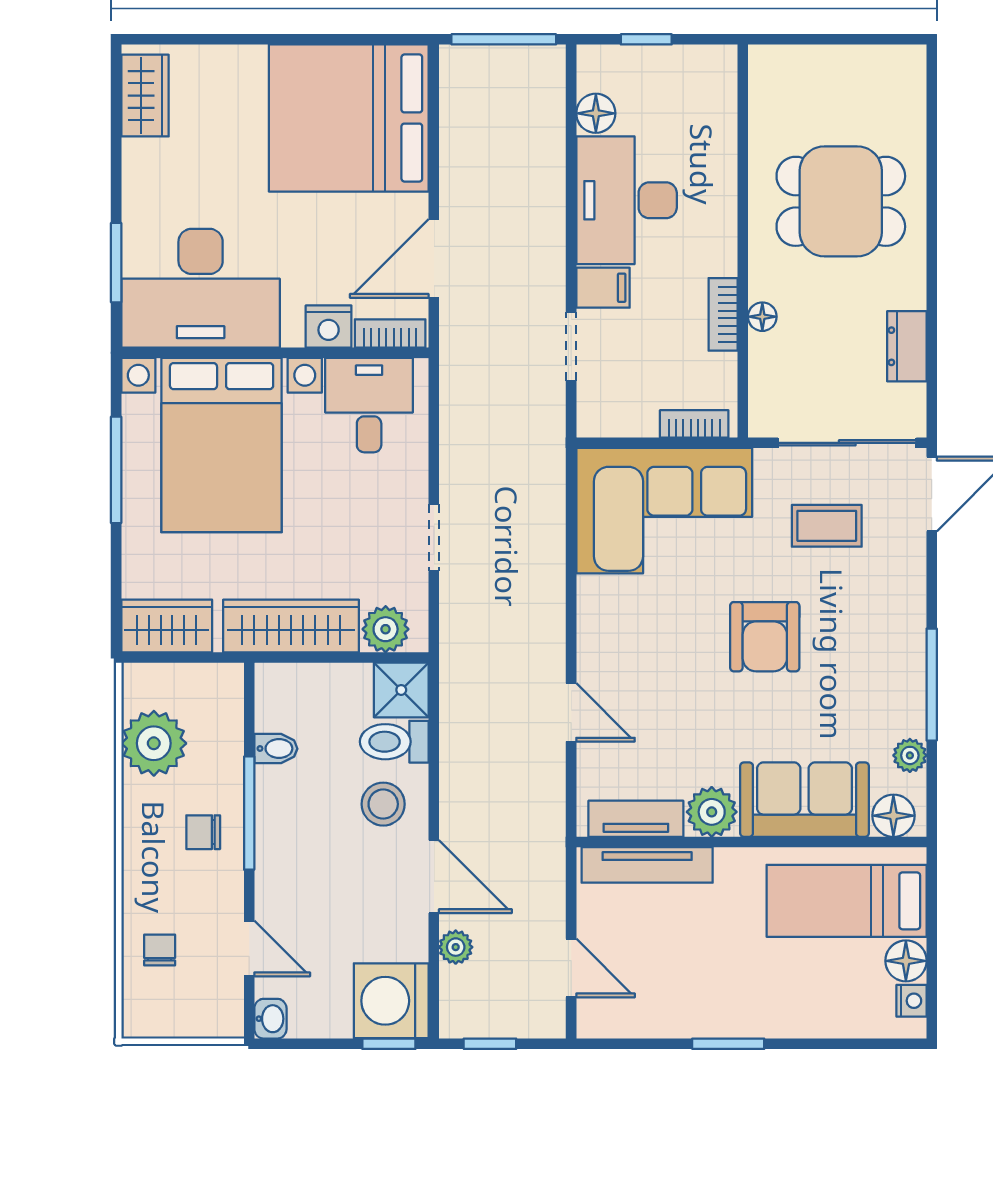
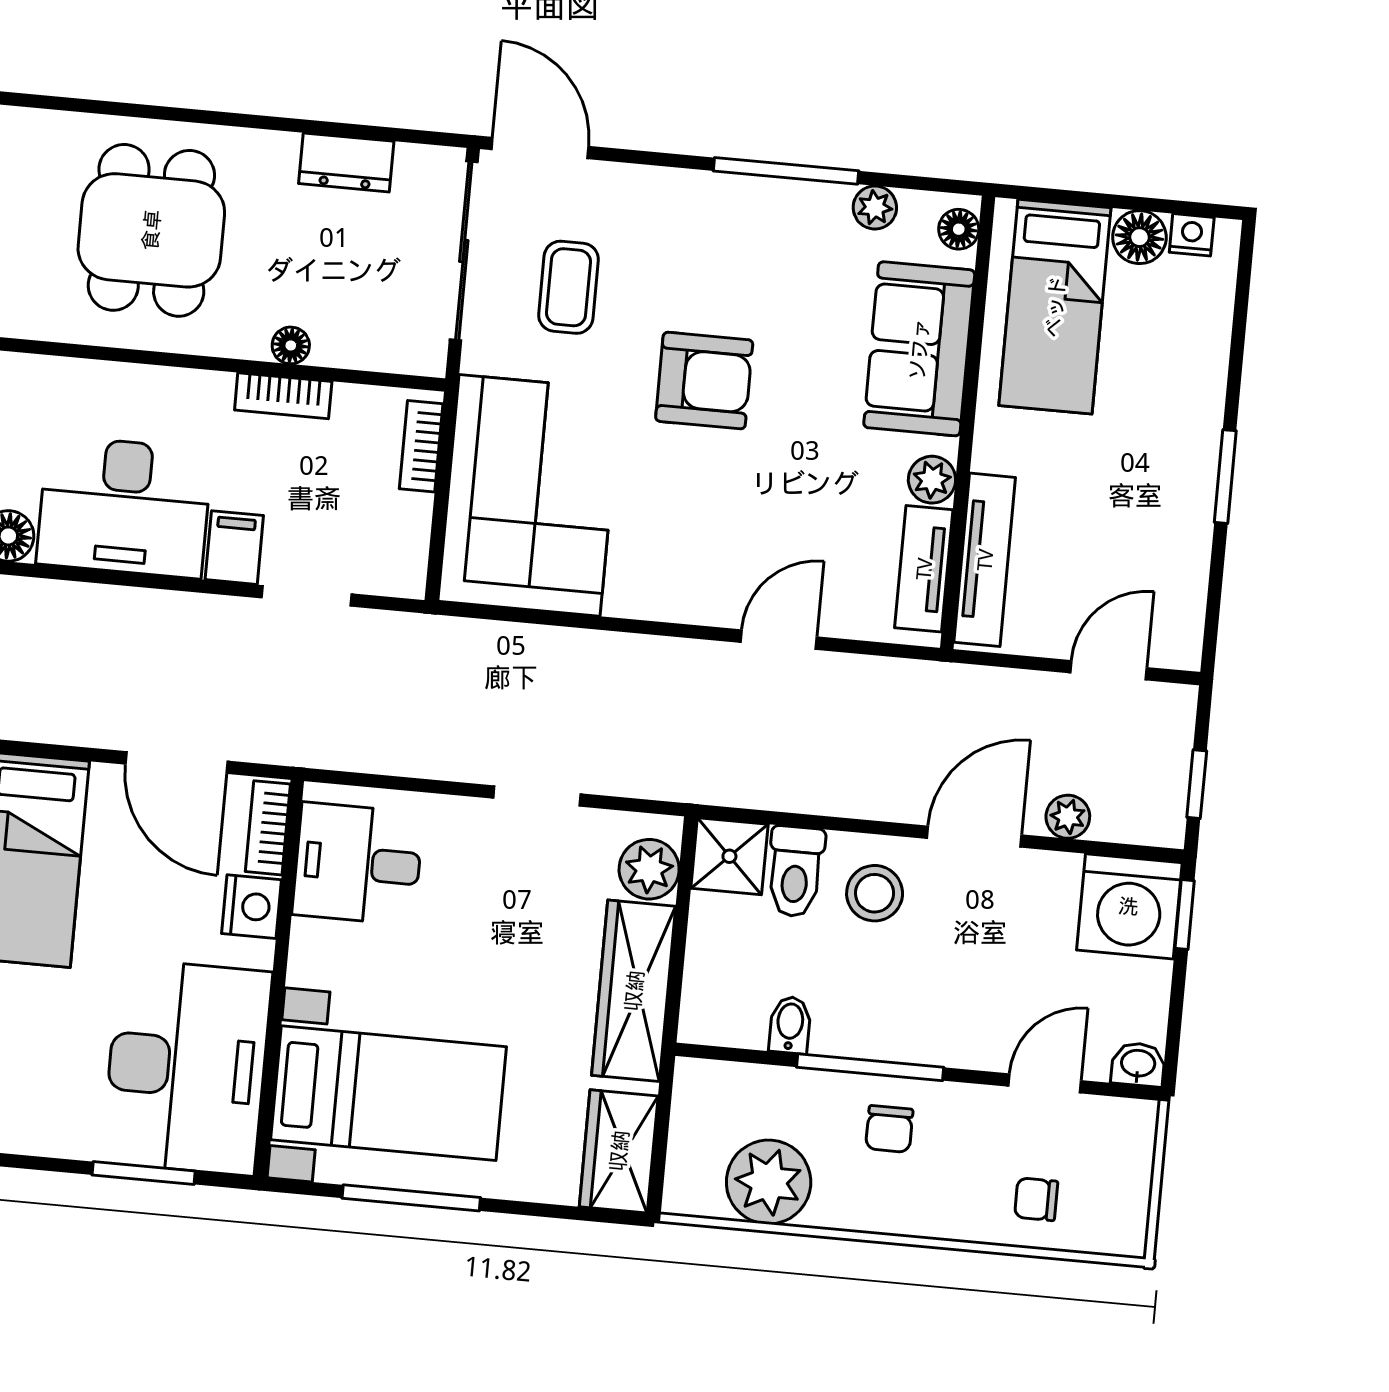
bed with nightstands: (222, 445) -> (389, 1093), width x0.73
plant: (712, 812) -> (932, 480), width x0.73, depth x0.73
floor lamp: (893, 816) -> (959, 229), width x0.73, depth x0.73

